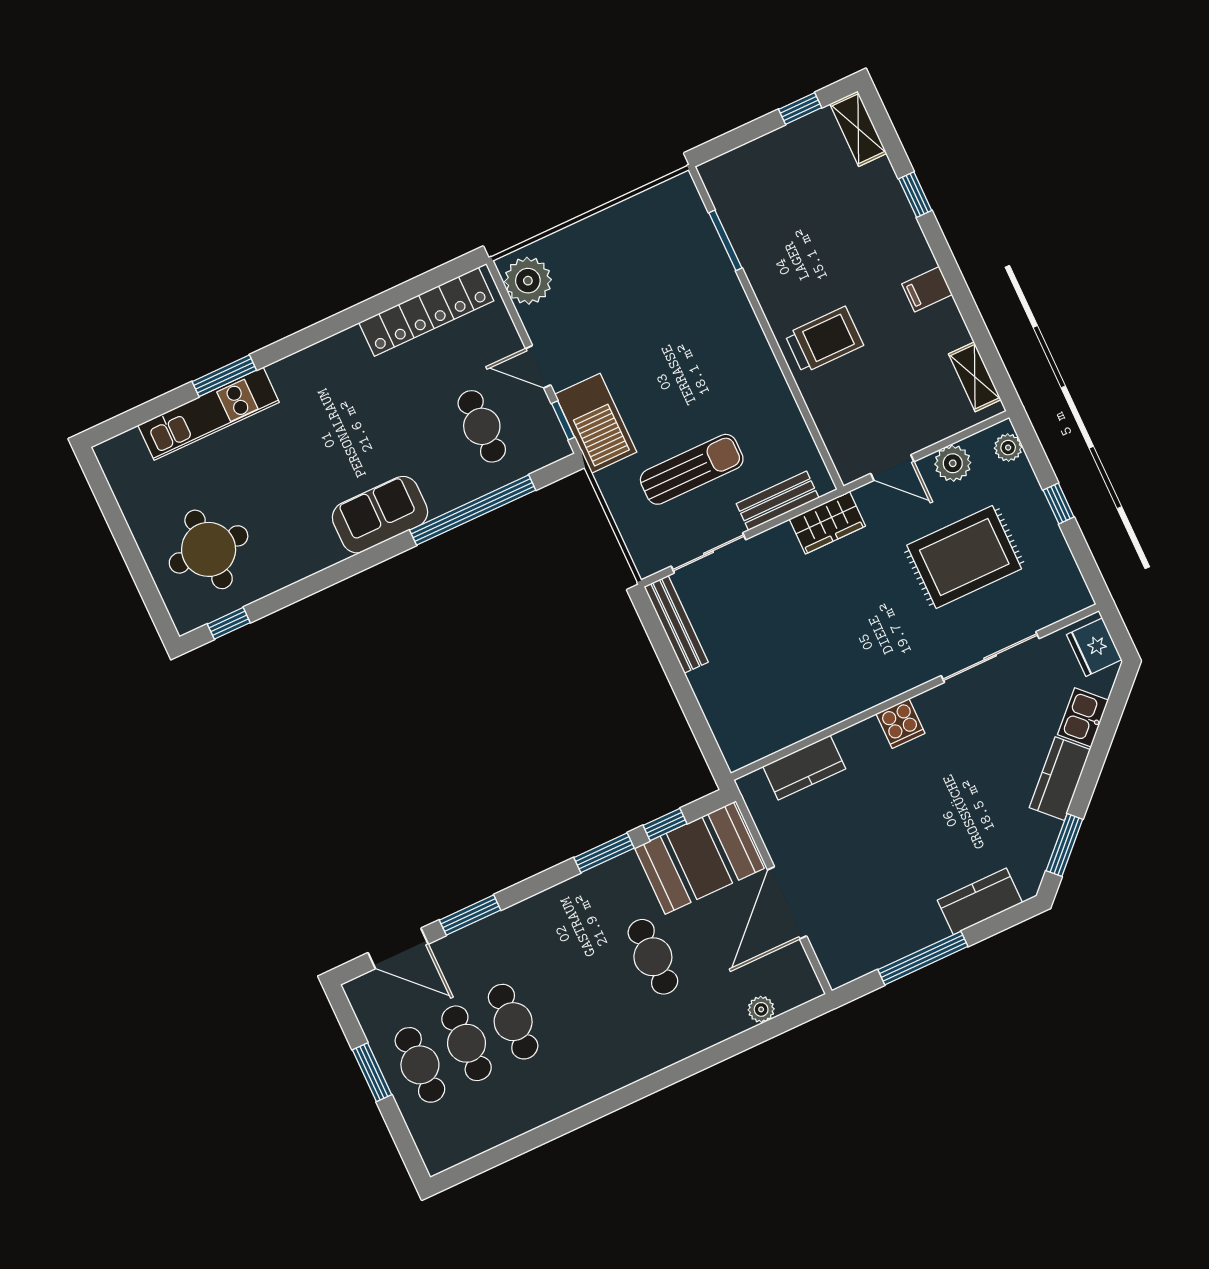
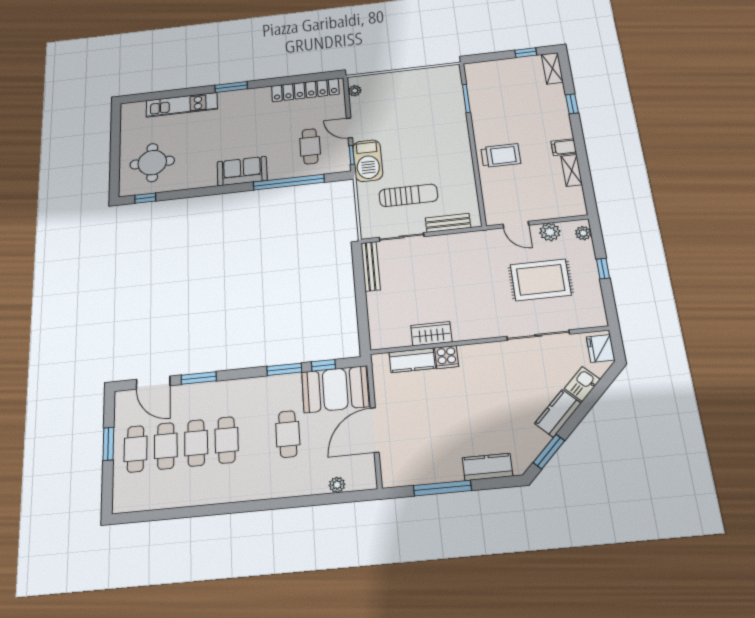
plant: (528, 281) -> (355, 91), width x0.53, depth x0.53
window: (224, 376) -> (231, 87), moved
shelving: (975, 377) -> (572, 170), moved
wardrobe: (827, 523) -> (431, 334), moved, turned 180
cooker: (900, 724) -> (447, 357), moved
cafe table: (560, 1000) -> (227, 440), added

